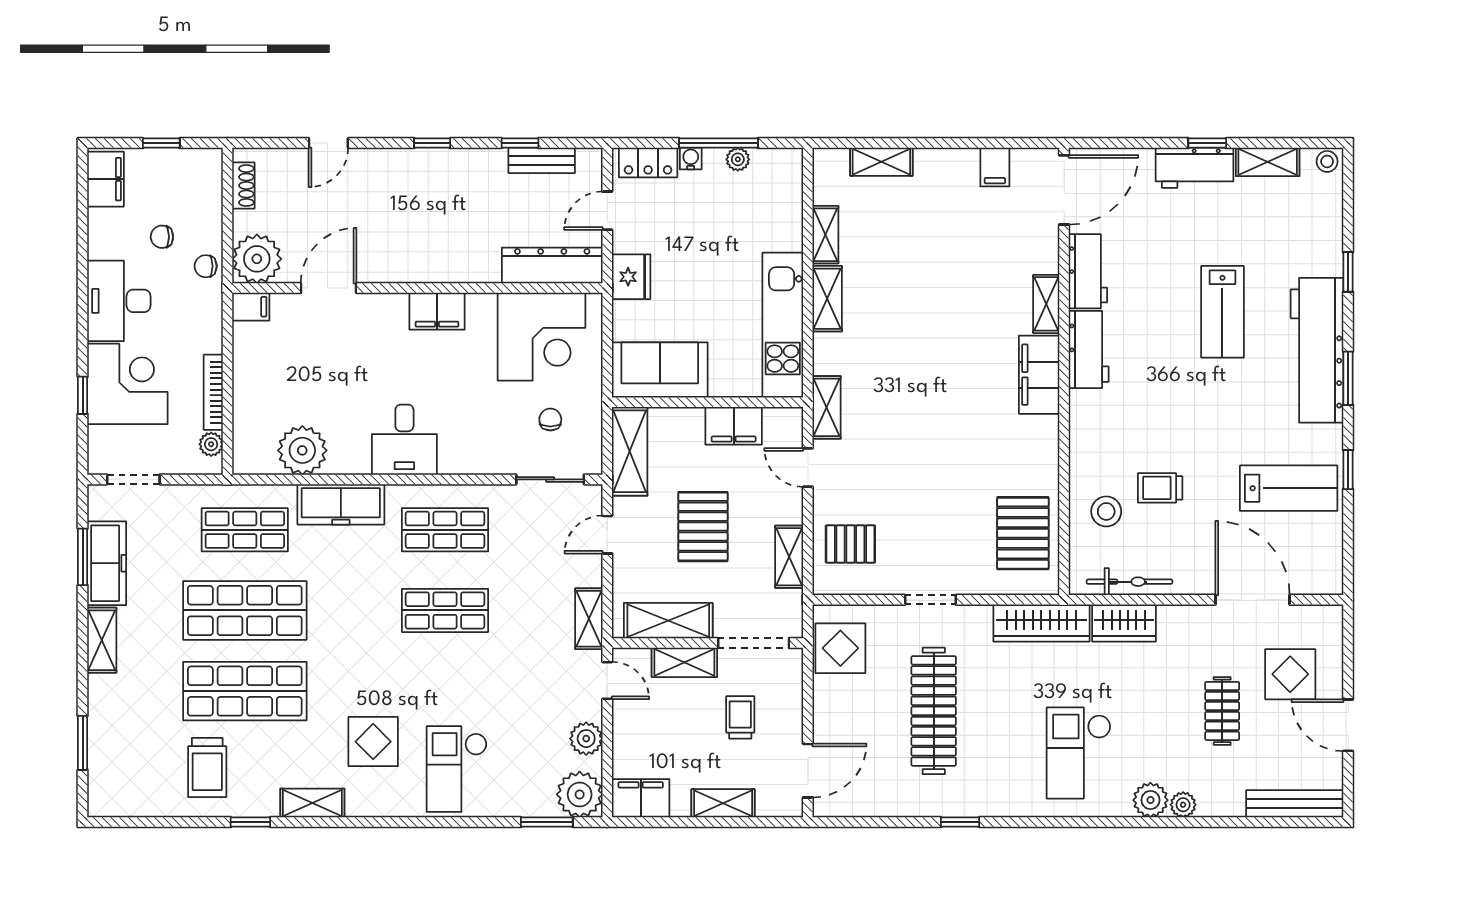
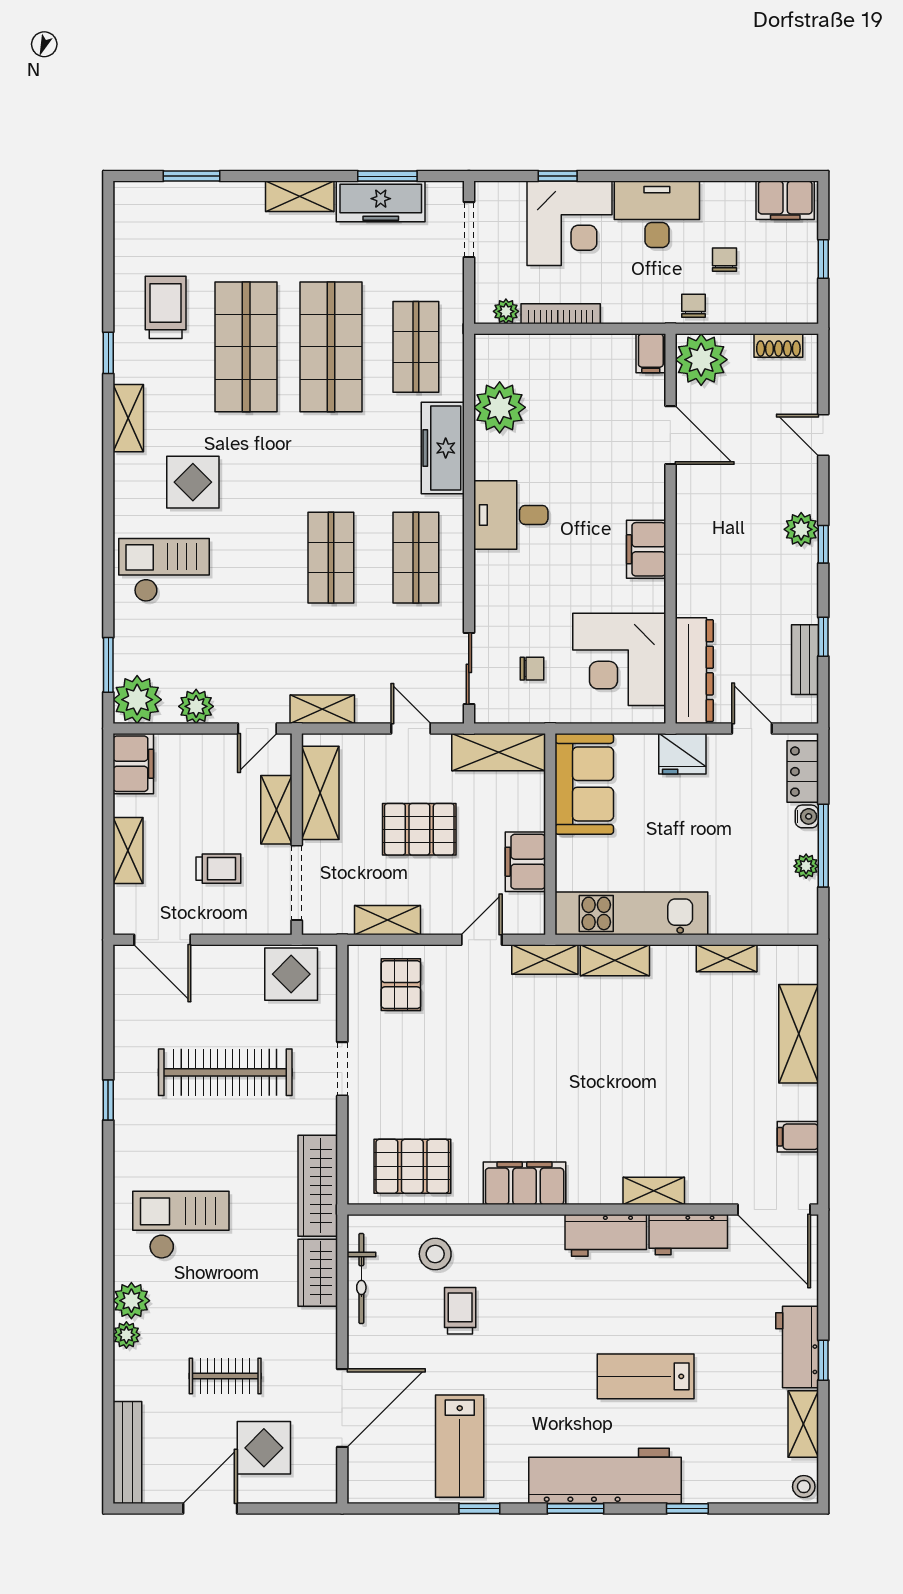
shelving: (881, 162) -> (799, 1034), width x1.50, depth x1.33
plant: (418, 164) -> (801, 529), added
shelving: (827, 299) -> (615, 960), moved
filing cabinet: (1039, 375) -> (525, 1183), moved
trolley: (207, 768) -> (166, 307), turned 90

